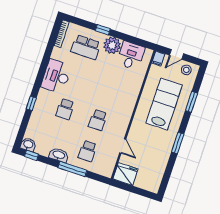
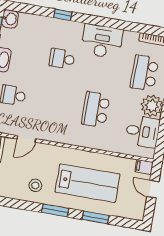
stool: (186, 70) -> (35, 185), moved
school desk: (98, 120) -> (96, 110), moved, width x1.85
window: (178, 143) -> (55, 210), moved

